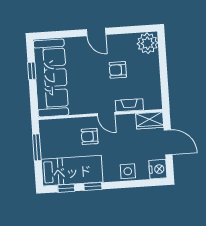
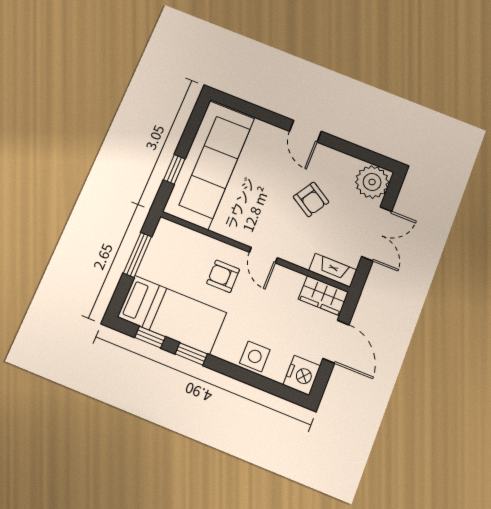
armchair: (118, 70) -> (311, 199), turned -148
window: (32, 71) -> (174, 169), moved
double door: (163, 72) -> (377, 234), added
fireplace: (129, 105) -> (333, 270), moved

